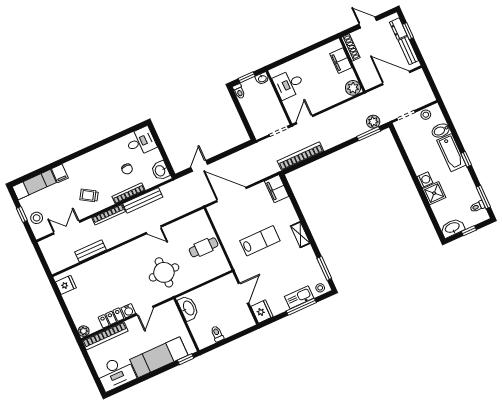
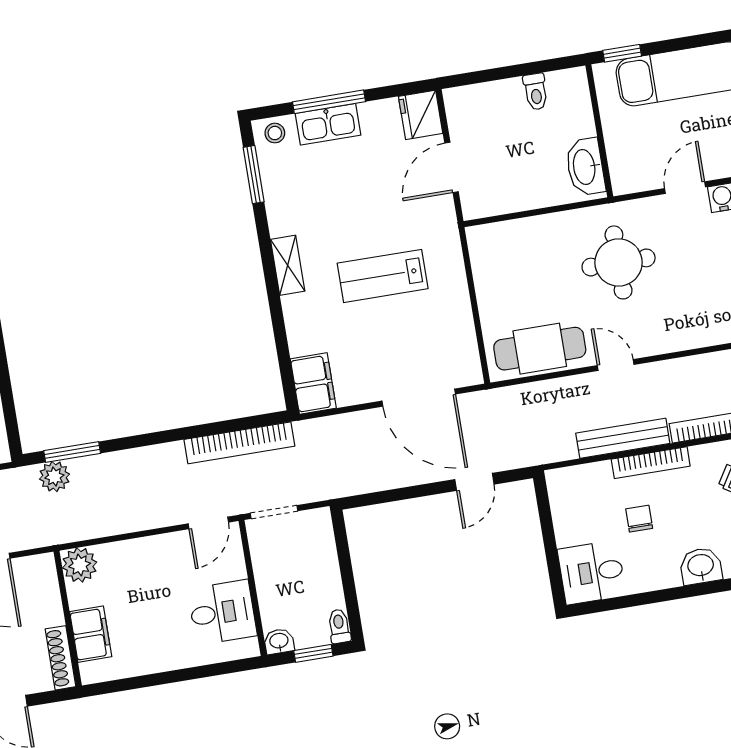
washbasin: (160, 171) -> (701, 566), moved, turned -90
cafe table: (204, 247) -> (540, 349), moved, width x1.37, depth x1.35

